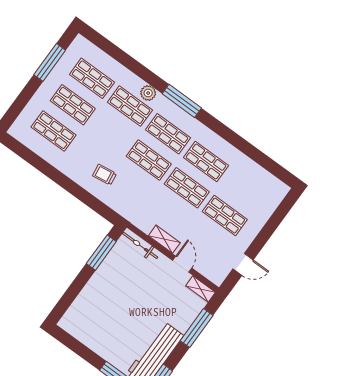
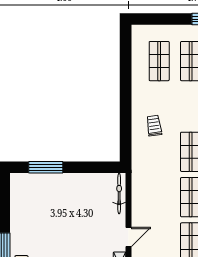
shelving: (164, 239) -> (138, 209), removed
window: (101, 253) -> (46, 167), moved

